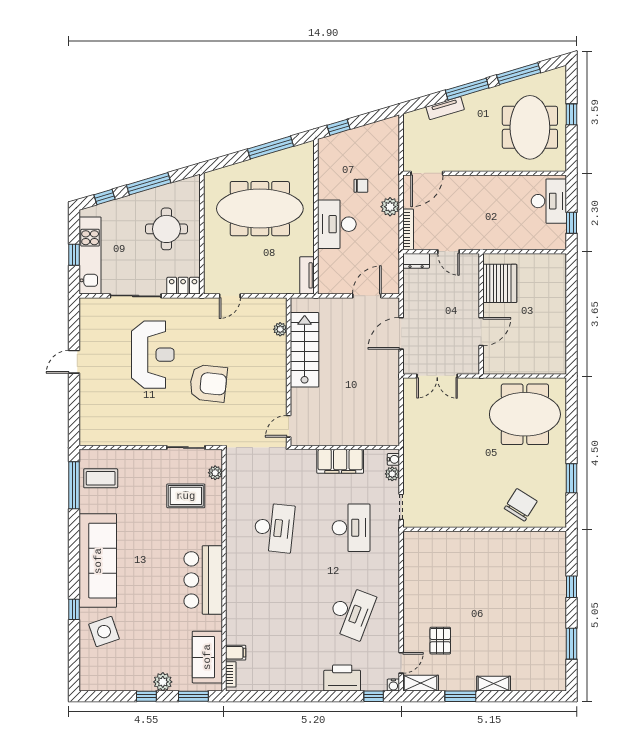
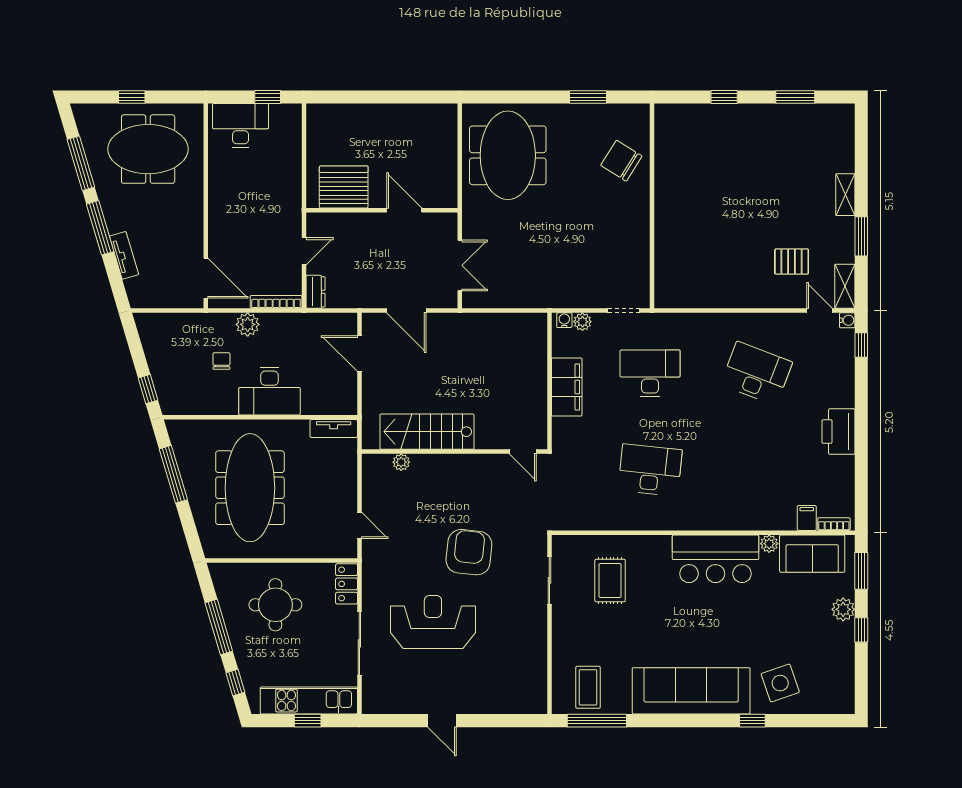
plant: (215, 473) -> (769, 544), moved
printer: (342, 678) -> (838, 432), moved

